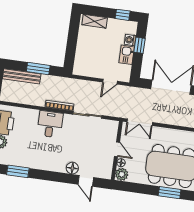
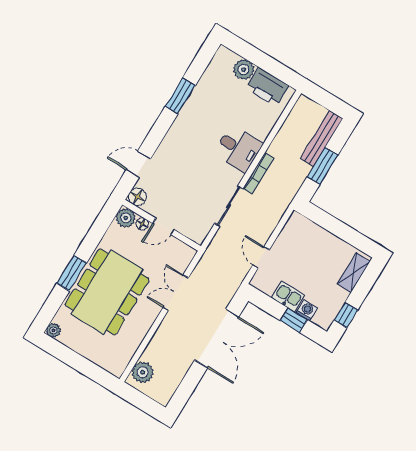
double door: (140, 122) -> (176, 293), moved
floor lamp: (72, 168) -> (137, 197), moved
window: (18, 171) -> (180, 96), moved

